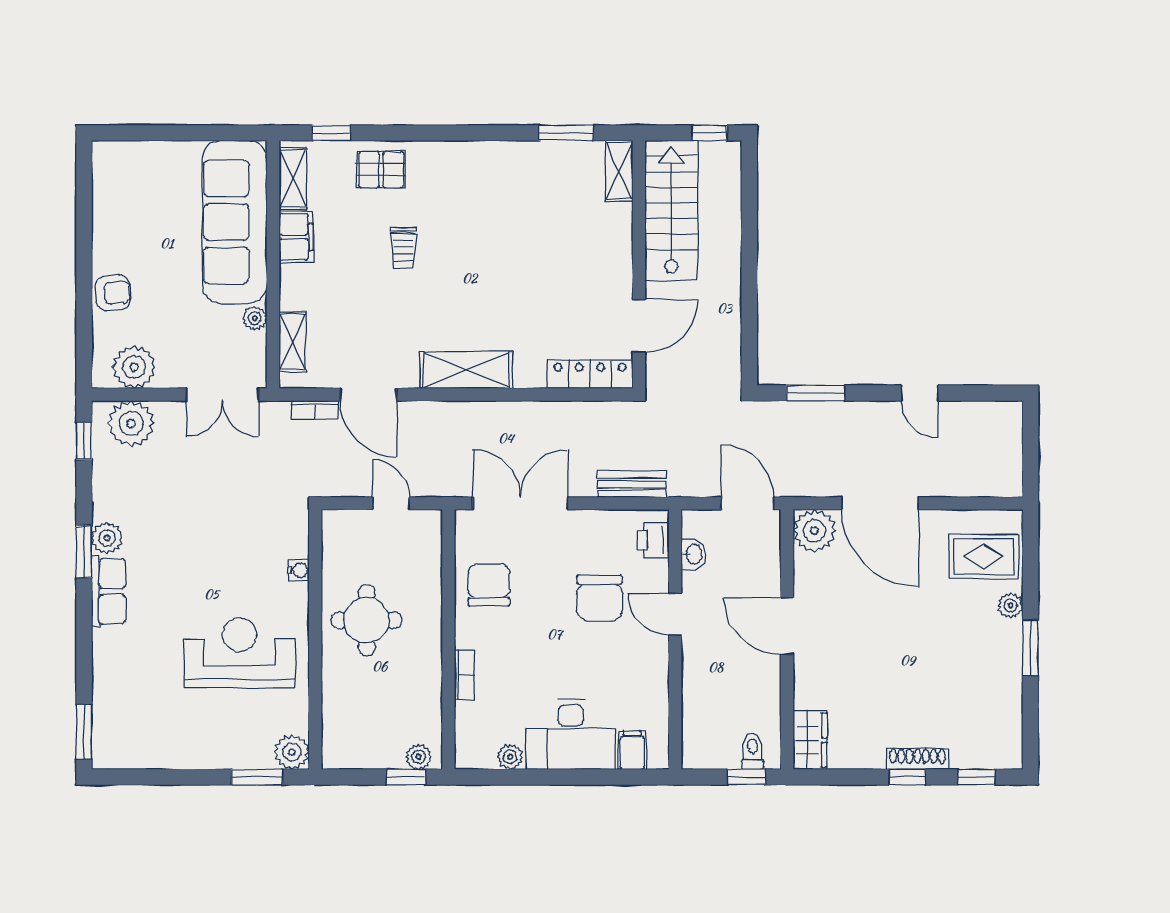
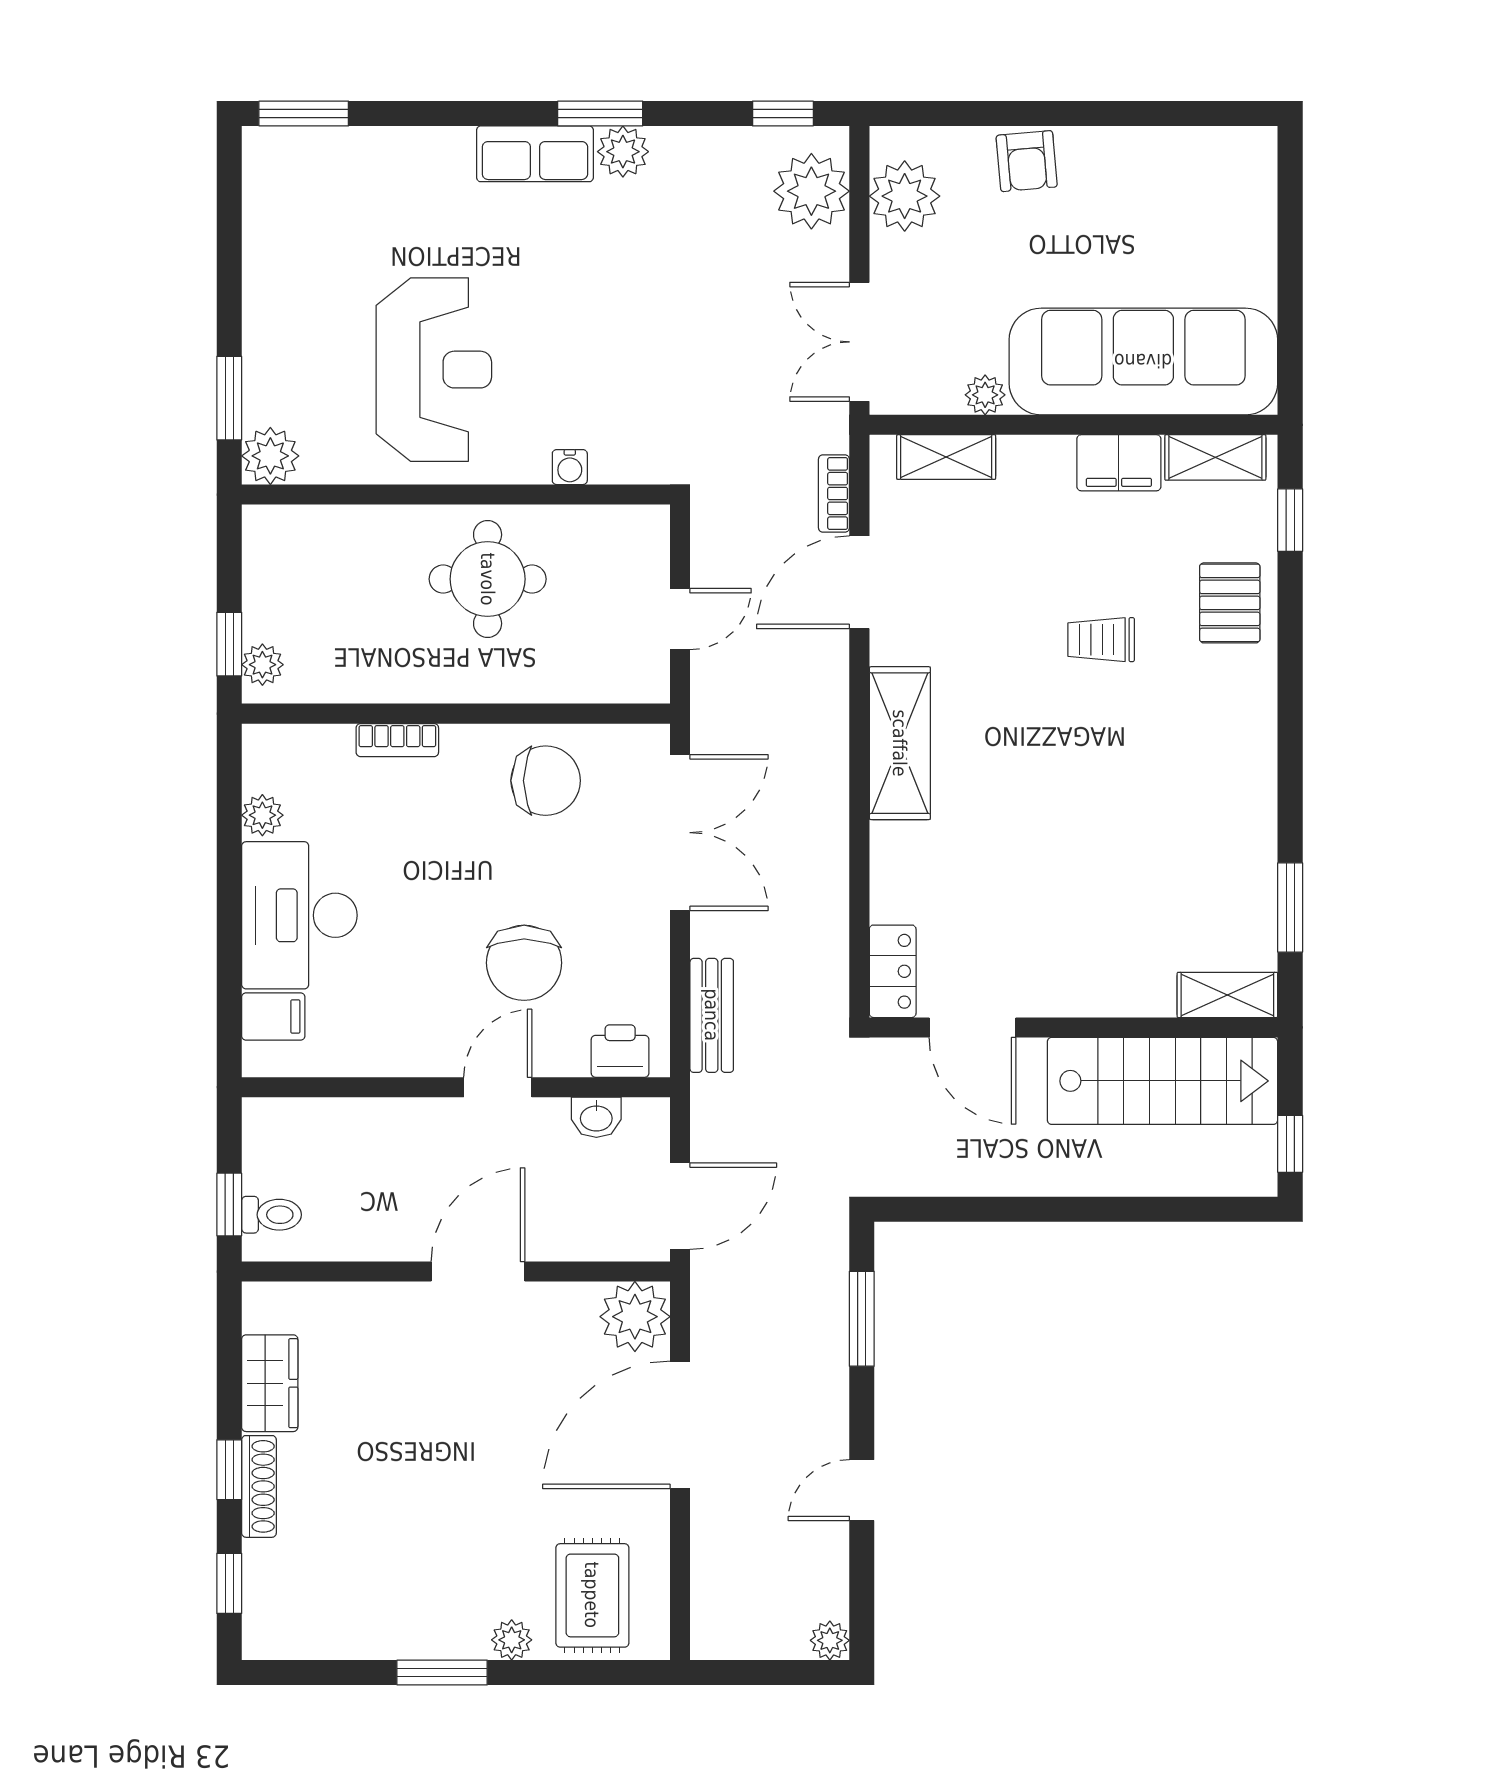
locker: (590, 374) -> (893, 971), width x0.66
plant: (1011, 412) -> (830, 1640), added
chair: (600, 598) -> (524, 963), turned -90
wardrobe: (810, 740) -> (270, 1383), moved, turned -90

